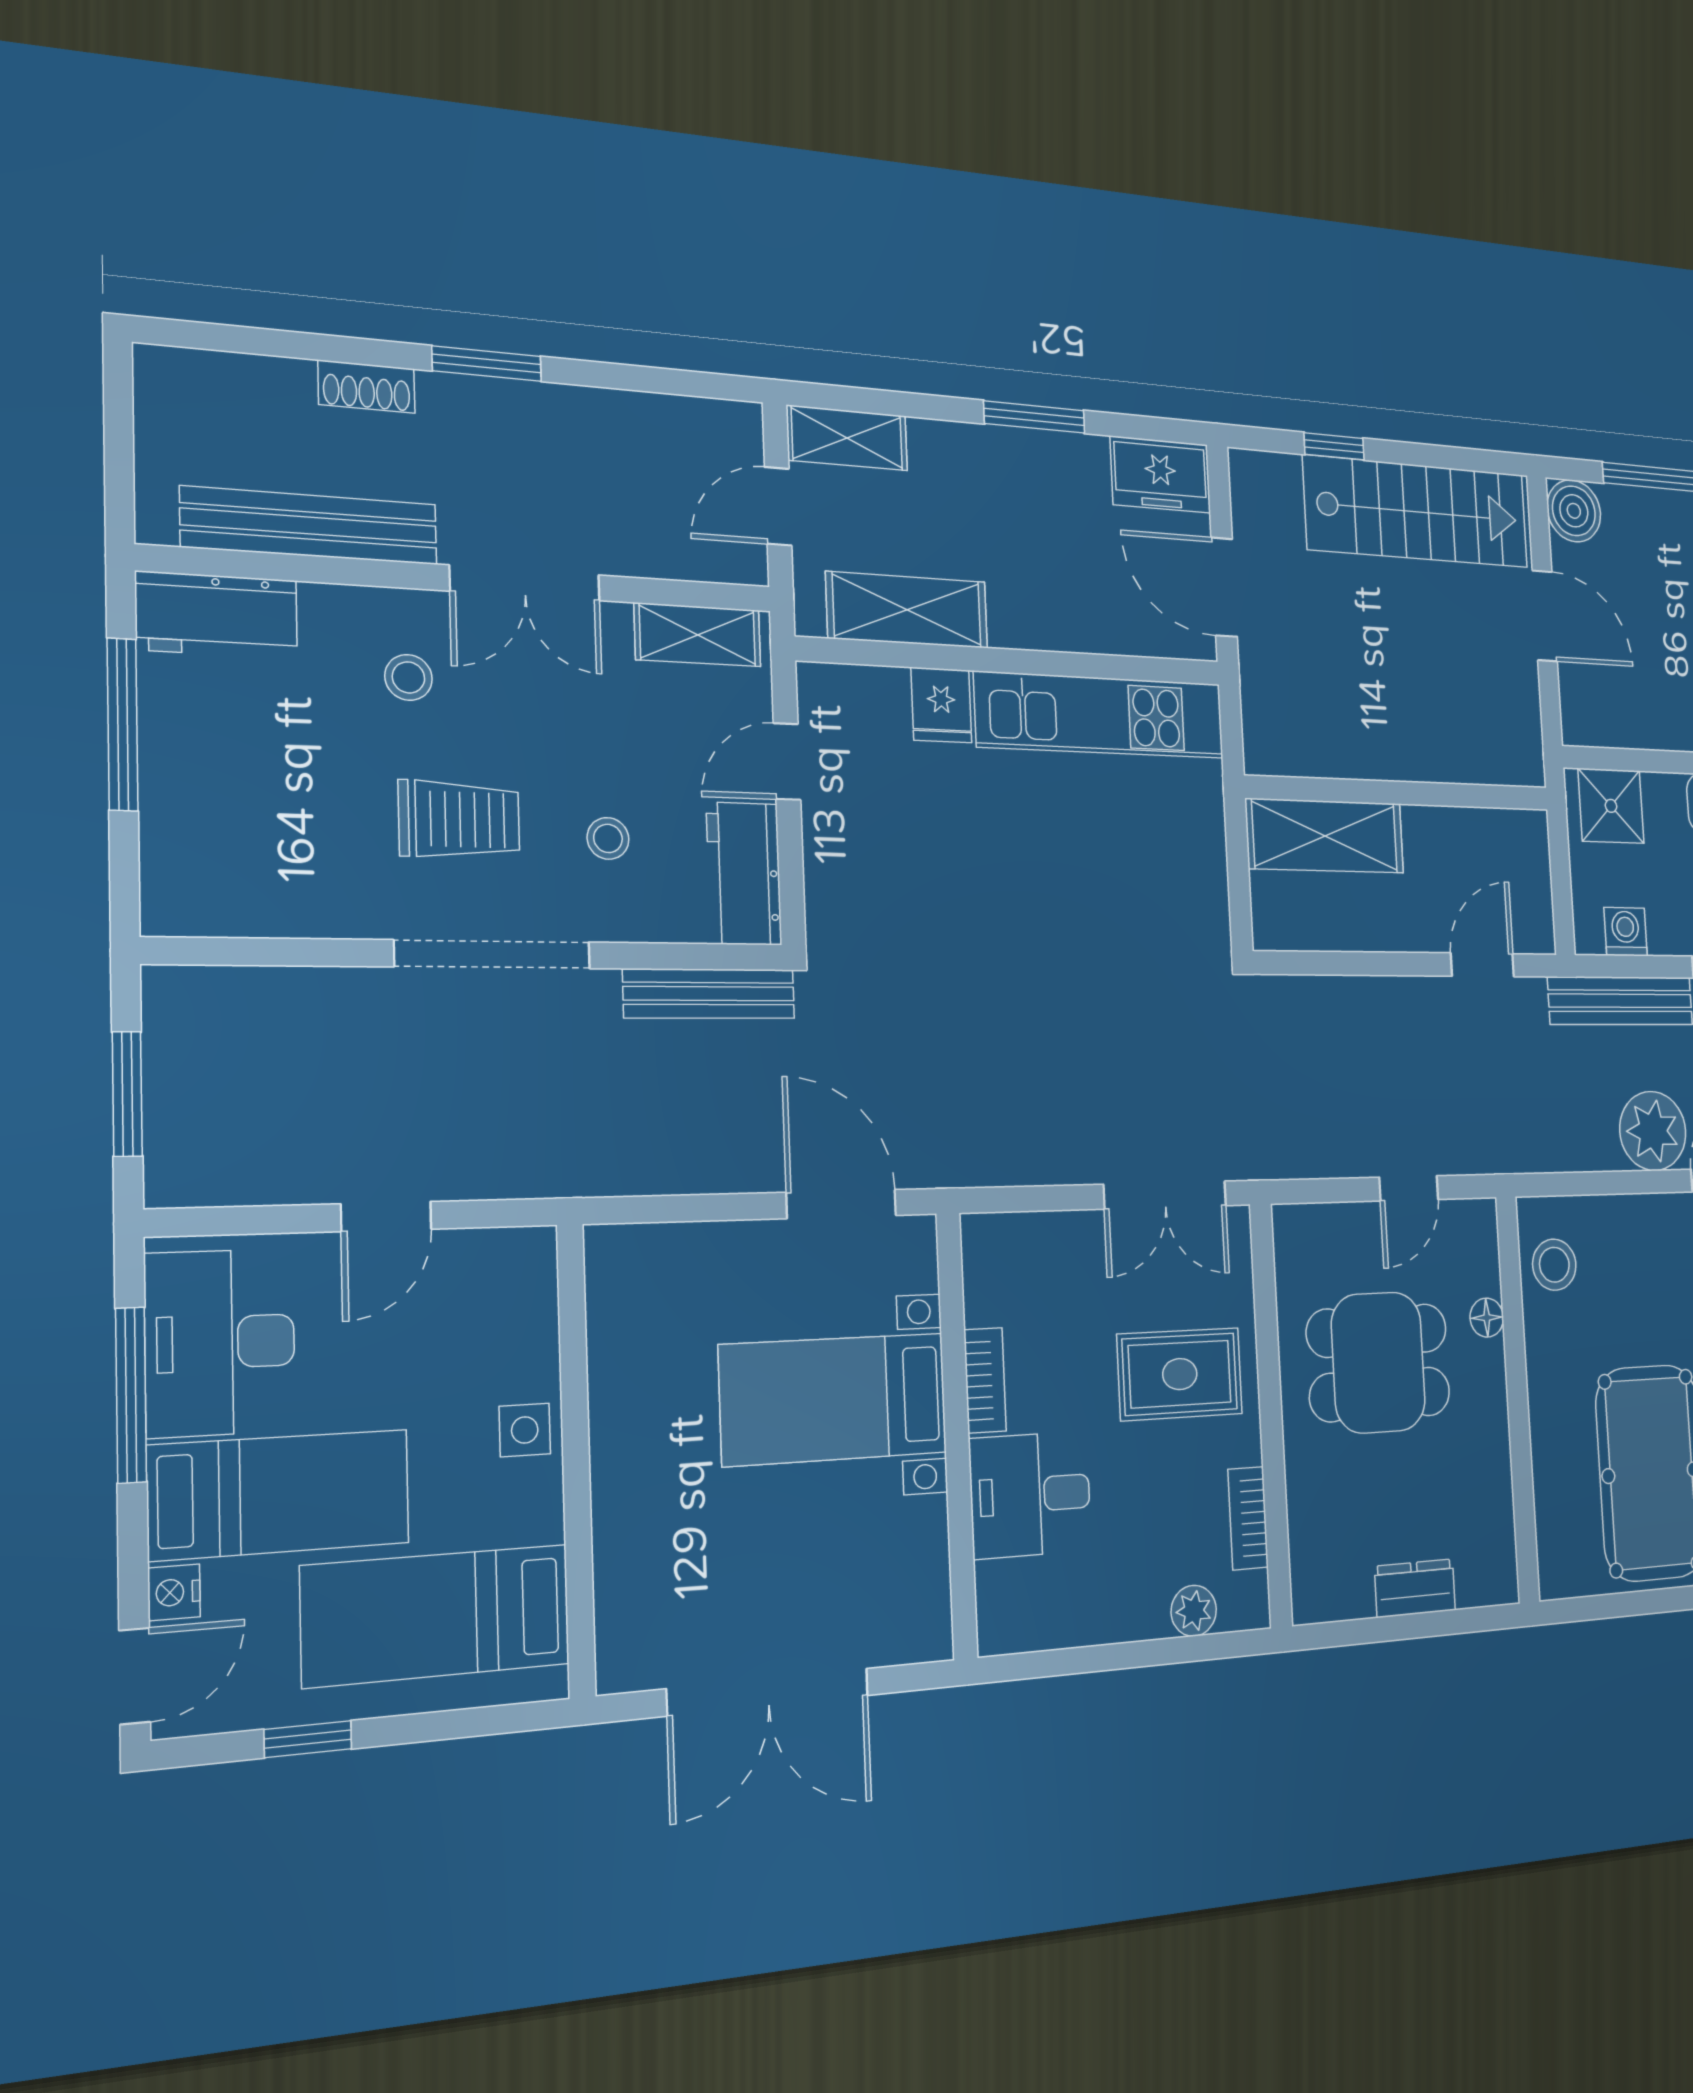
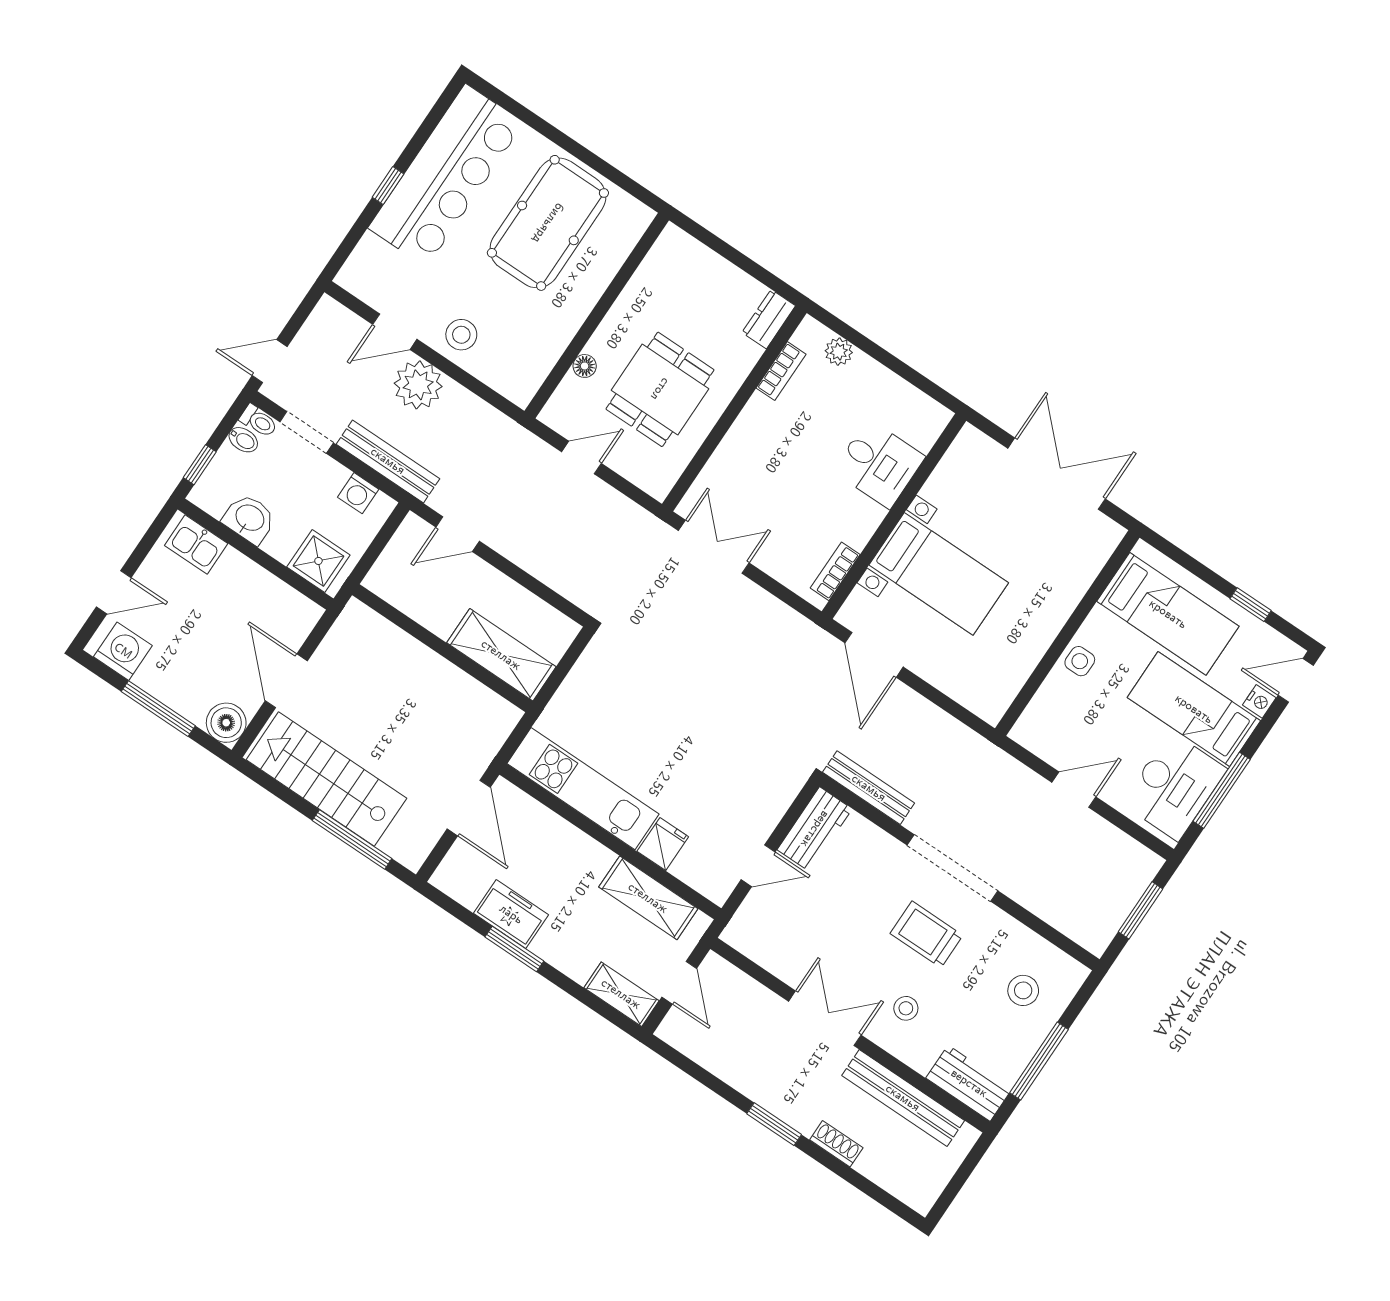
window: (1334, 446) -> (352, 839), width x2.17
freezer: (1160, 475) -> (511, 914), moved
door: (778, 506) -> (679, 983), hinge flipped
shelving: (698, 635) -> (760, 948), removed
stool: (608, 838) -> (1023, 990), moved, width x1.37, depth x1.37
stool: (1554, 1265) -> (461, 335), moved
dining table: (1378, 1363) -> (660, 389), turned 90
rug: (1180, 1374) -> (767, 461), removed
bookcase: (985, 1380) -> (835, 571), moved
dresser: (1415, 1588) -> (769, 319), moved, turned 90

